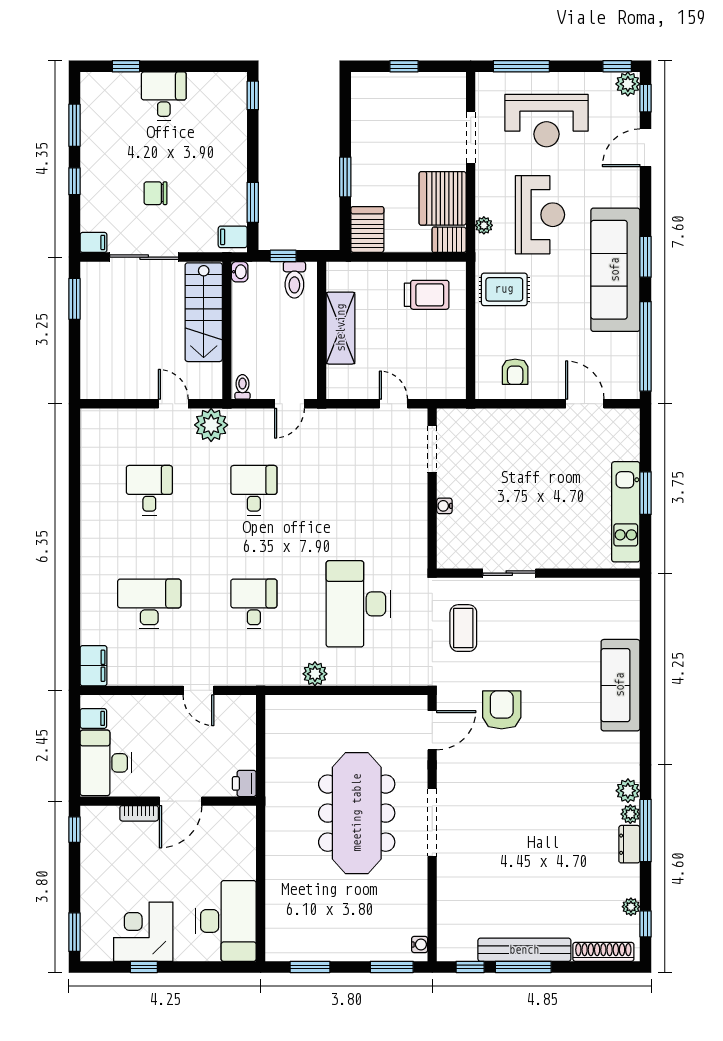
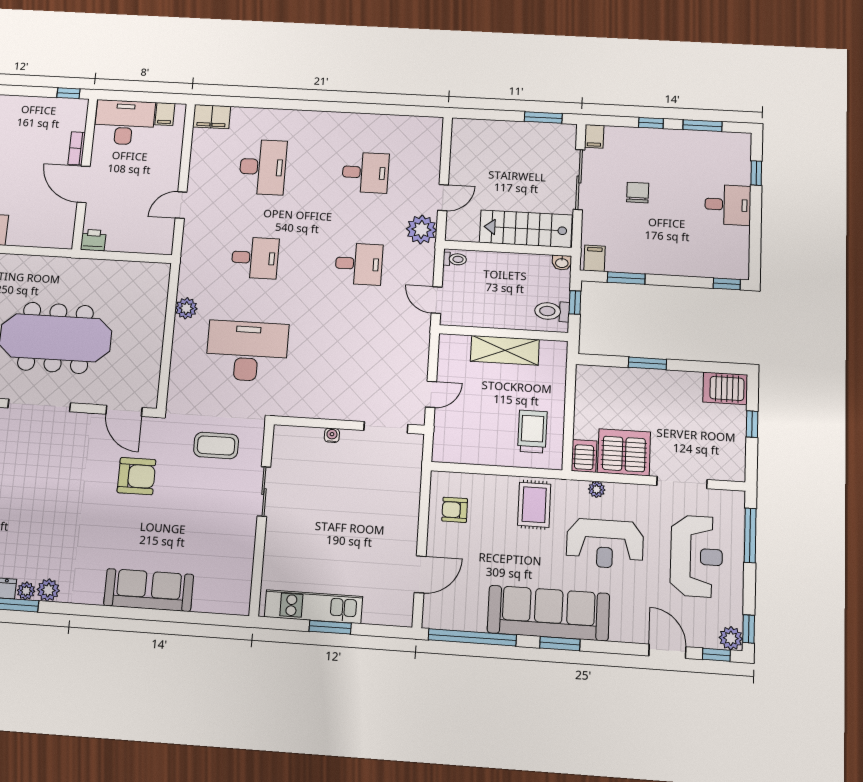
reception desk: (547, 121) -> (696, 556), turned 180
server rack: (367, 230) -> (725, 388), moved, turned 180
trolley: (427, 295) -> (532, 431), turned 180

